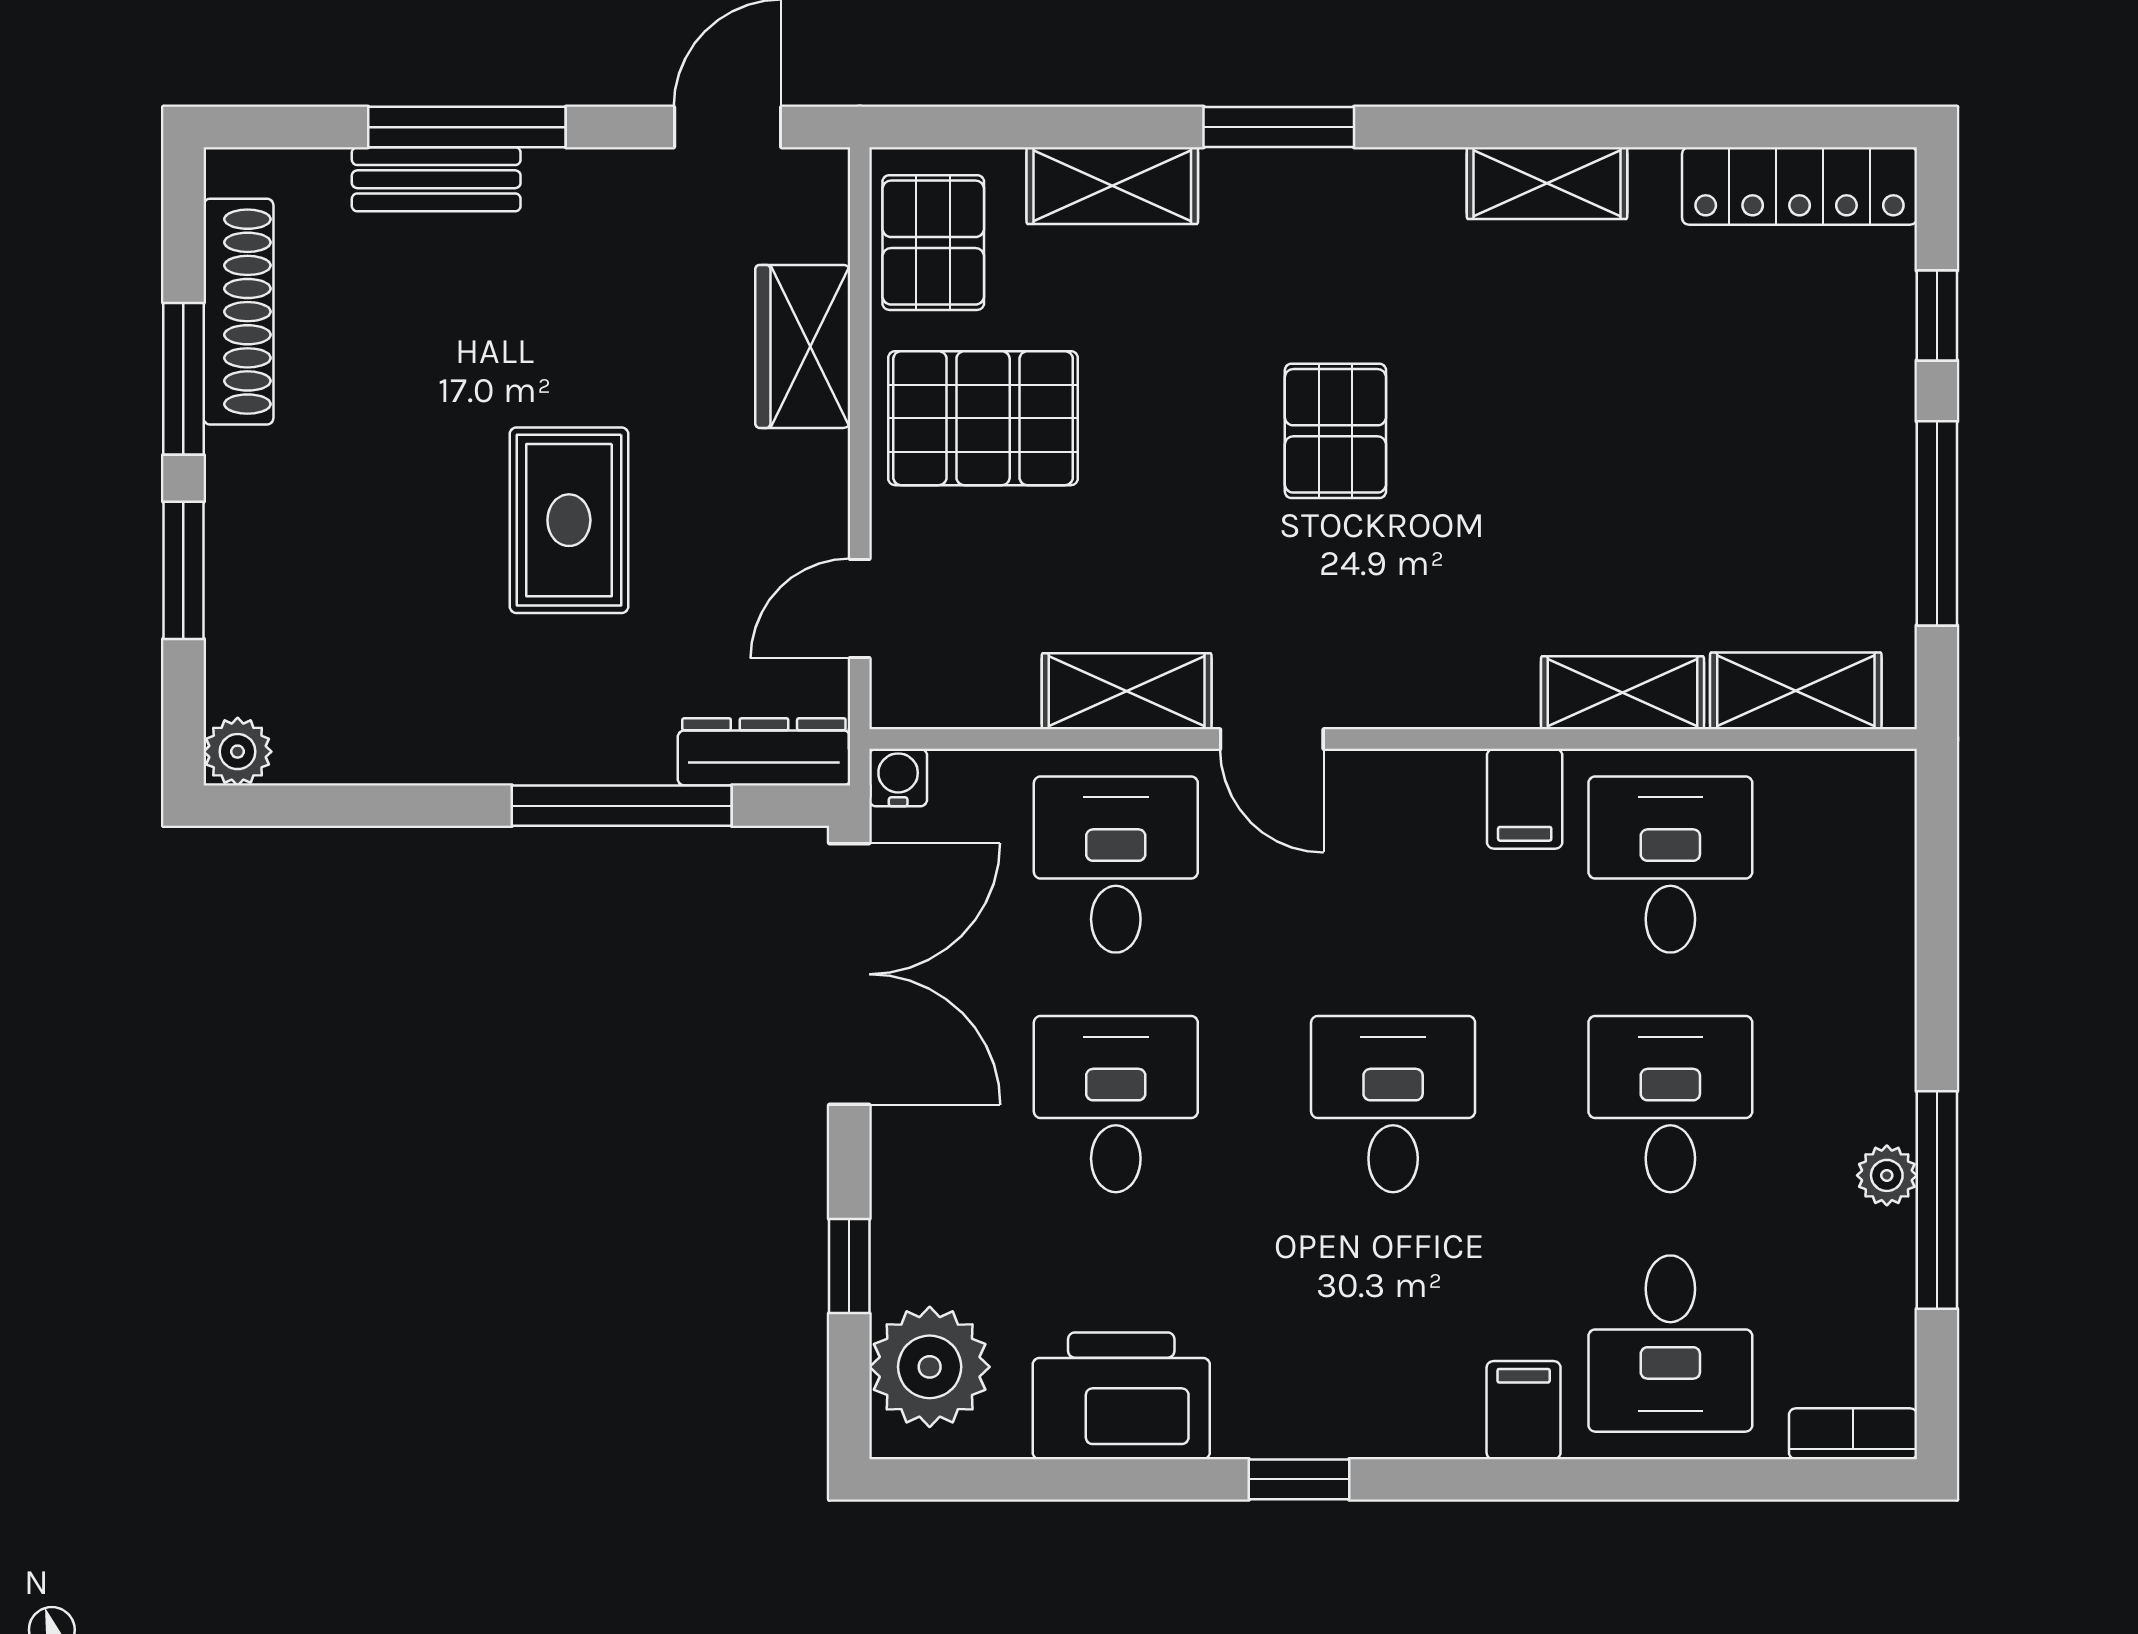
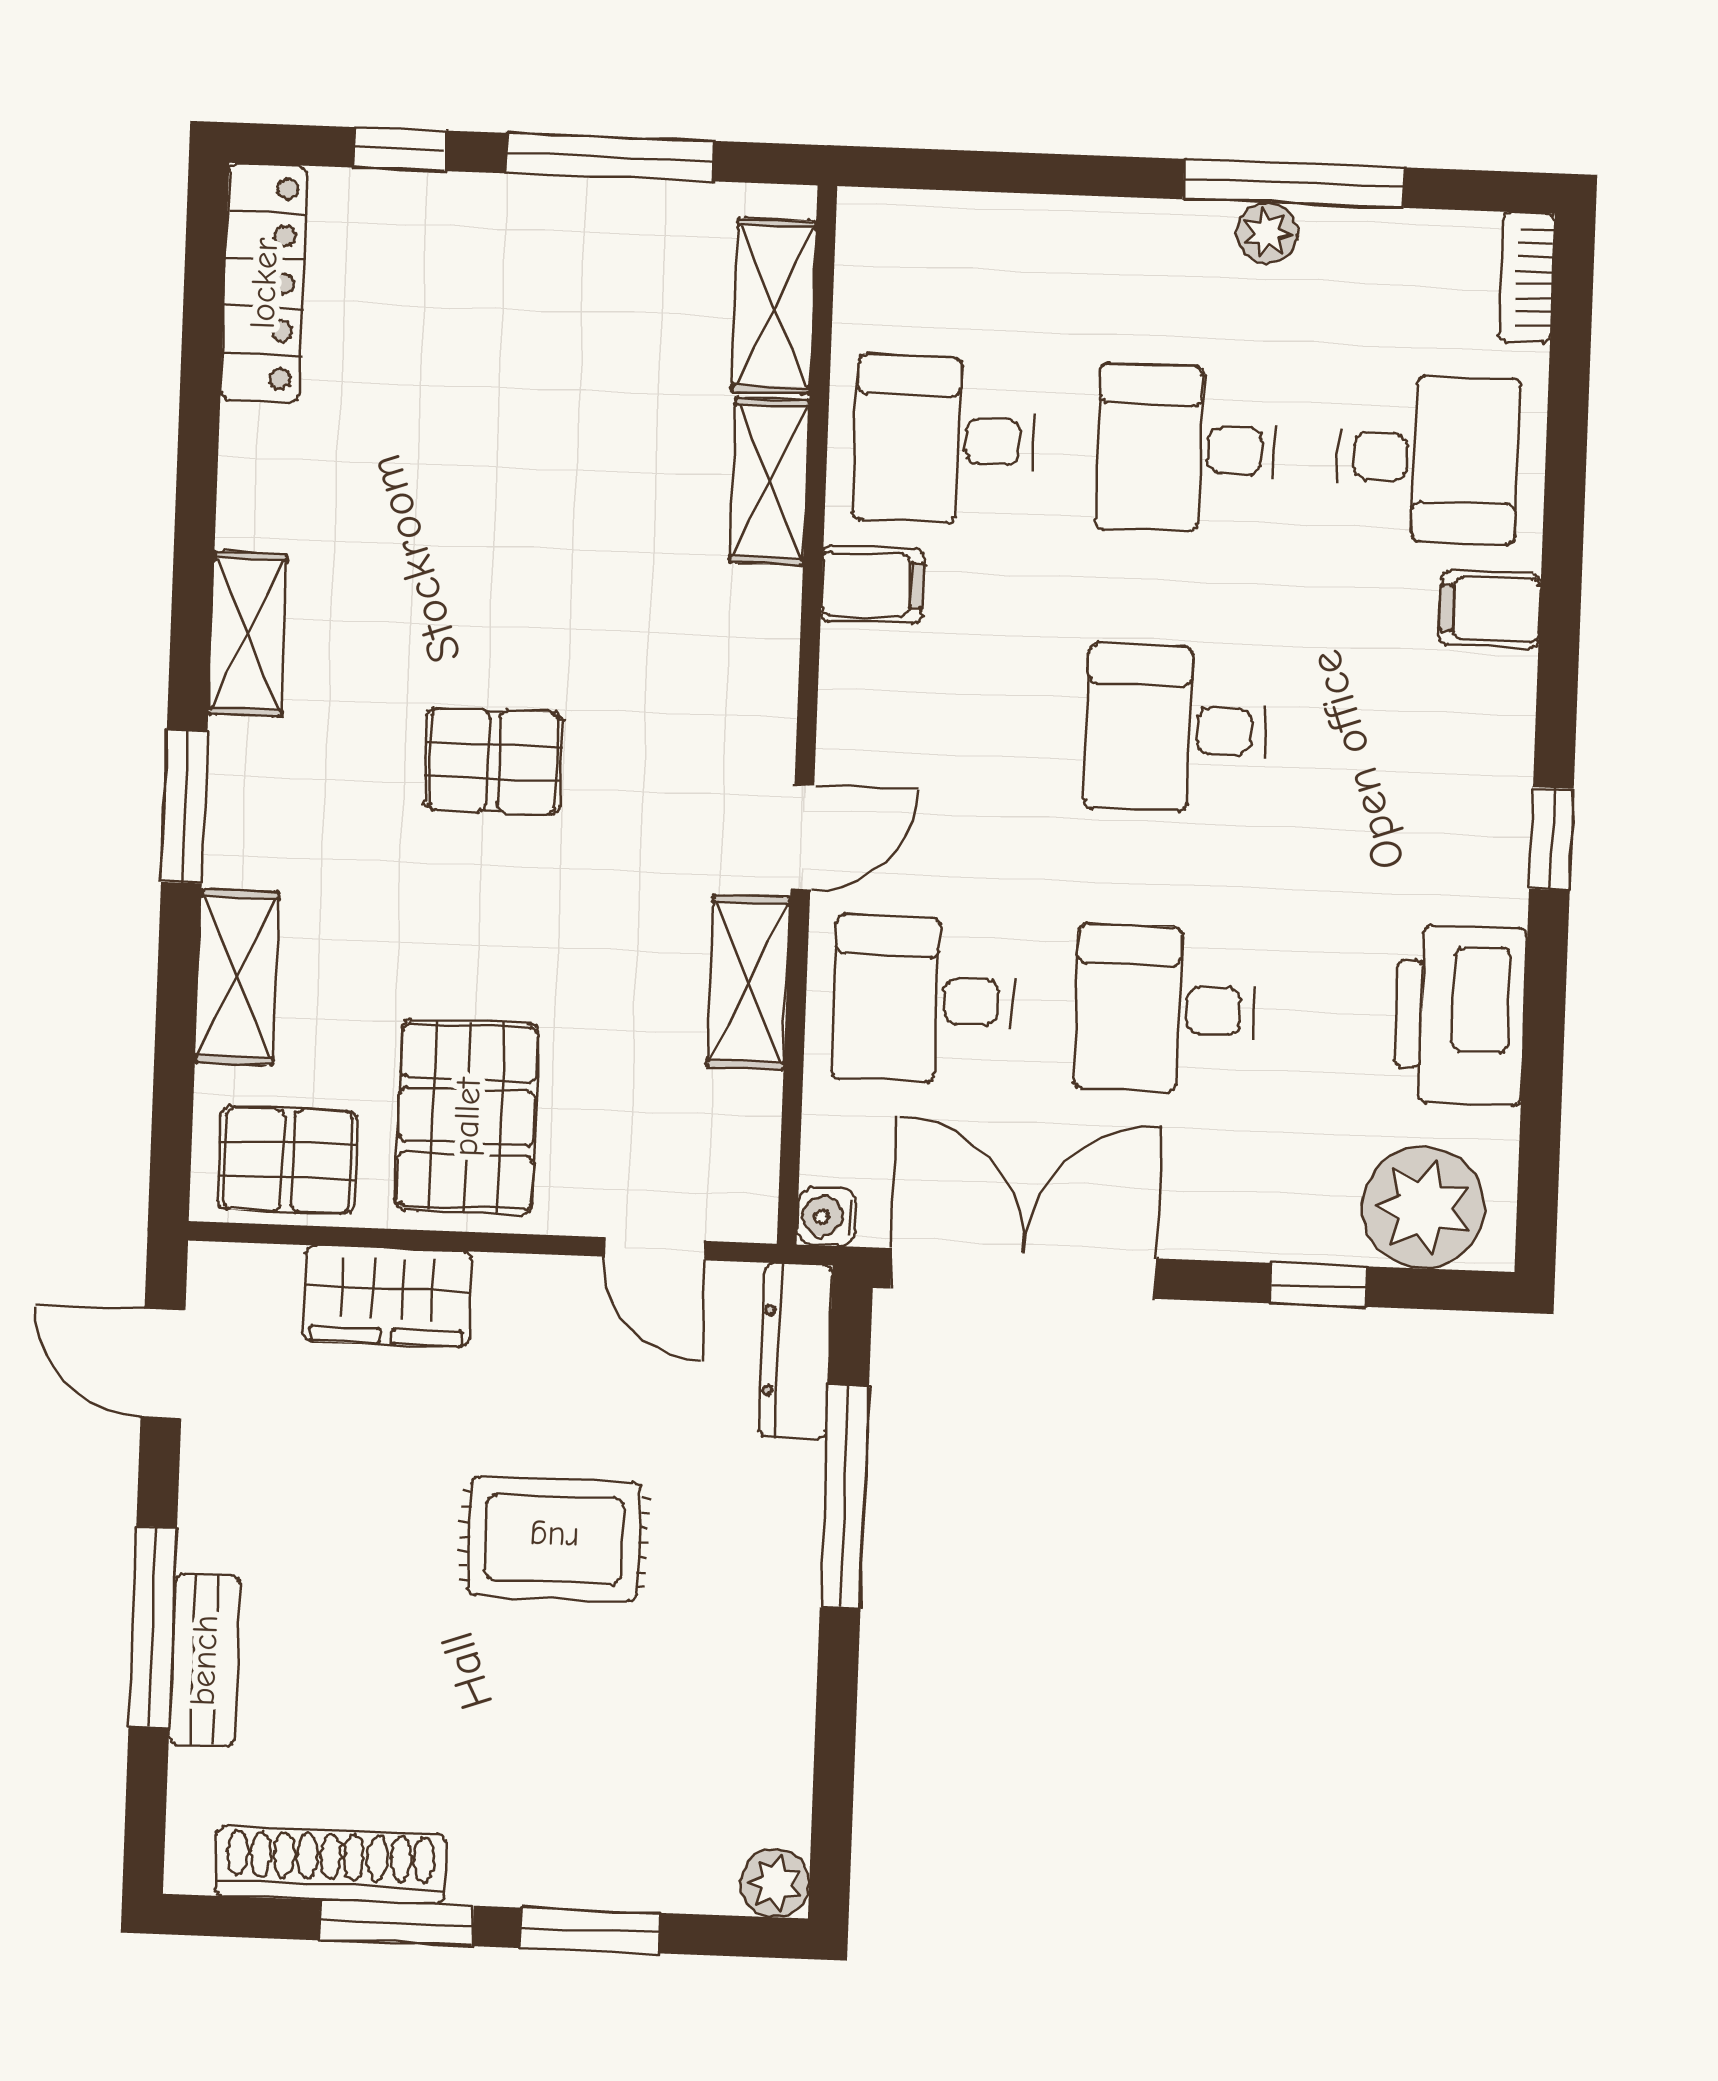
shelving: (1547, 183) -> (248, 634), moved

